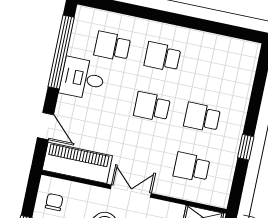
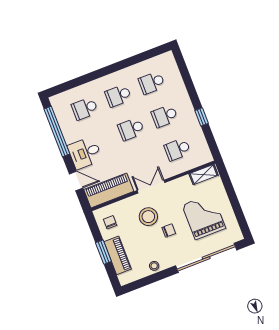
school desk: (213, 67) -> (152, 83), added
desk: (82, 78) -> (85, 153), moved

